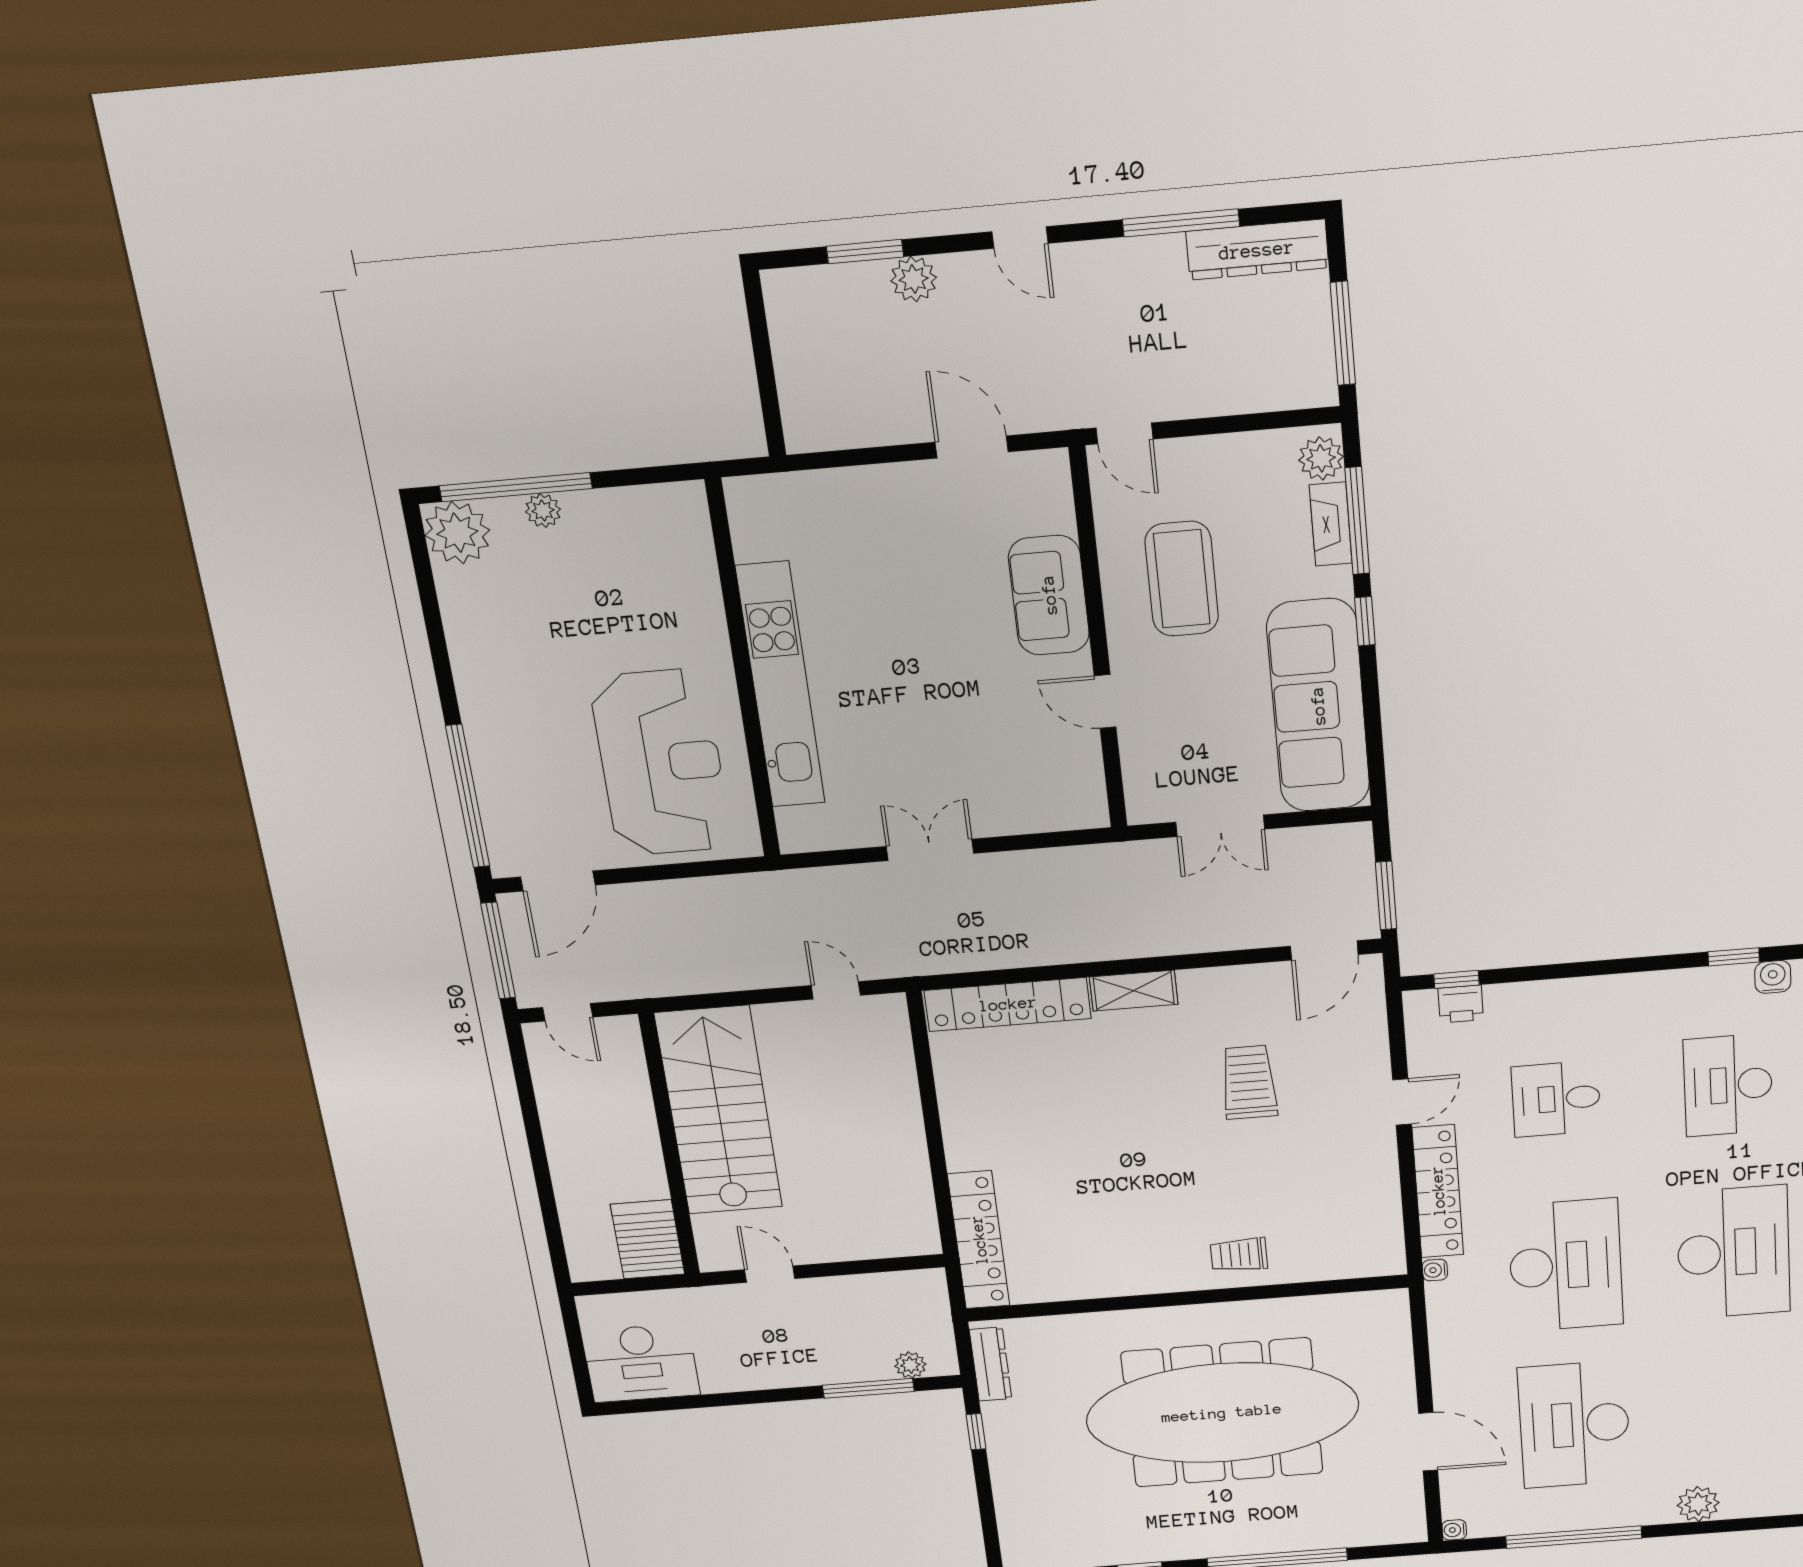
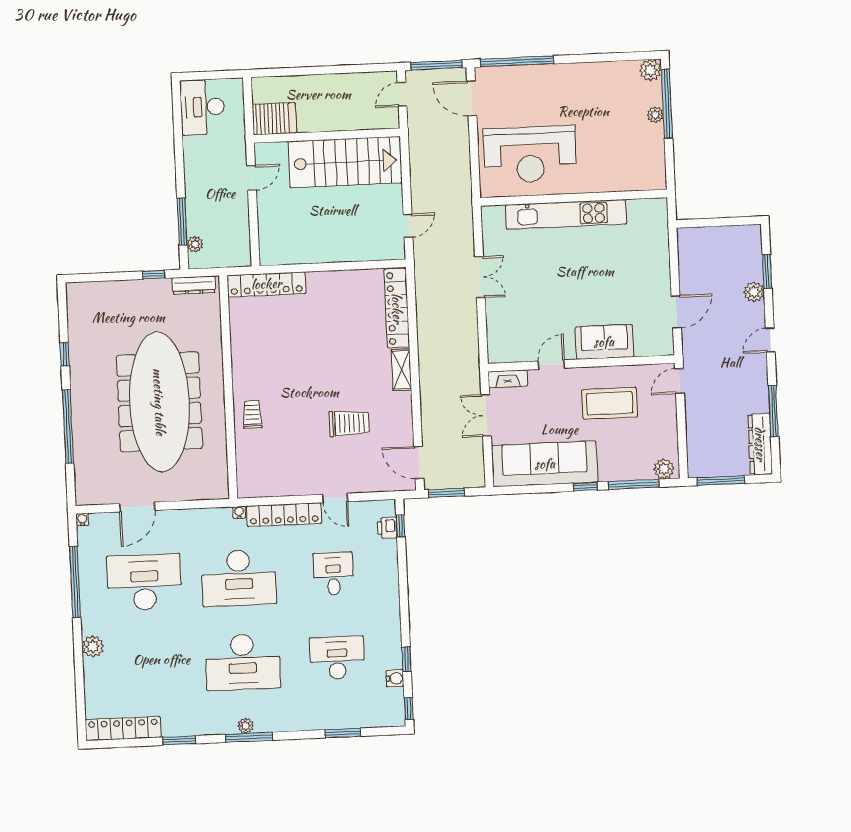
fireplace: (1331, 524) -> (508, 379), moved, turned 180
plant: (457, 533) -> (650, 70), width x0.73, depth x0.73

